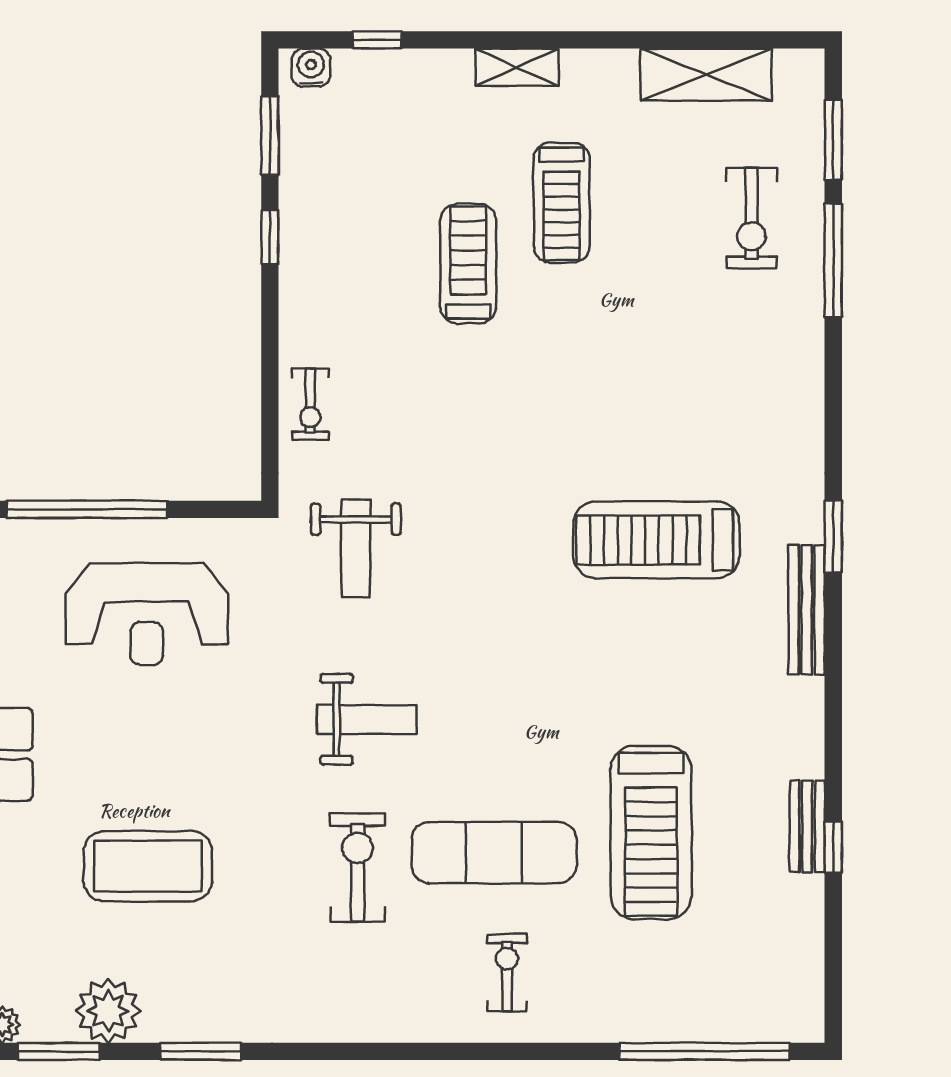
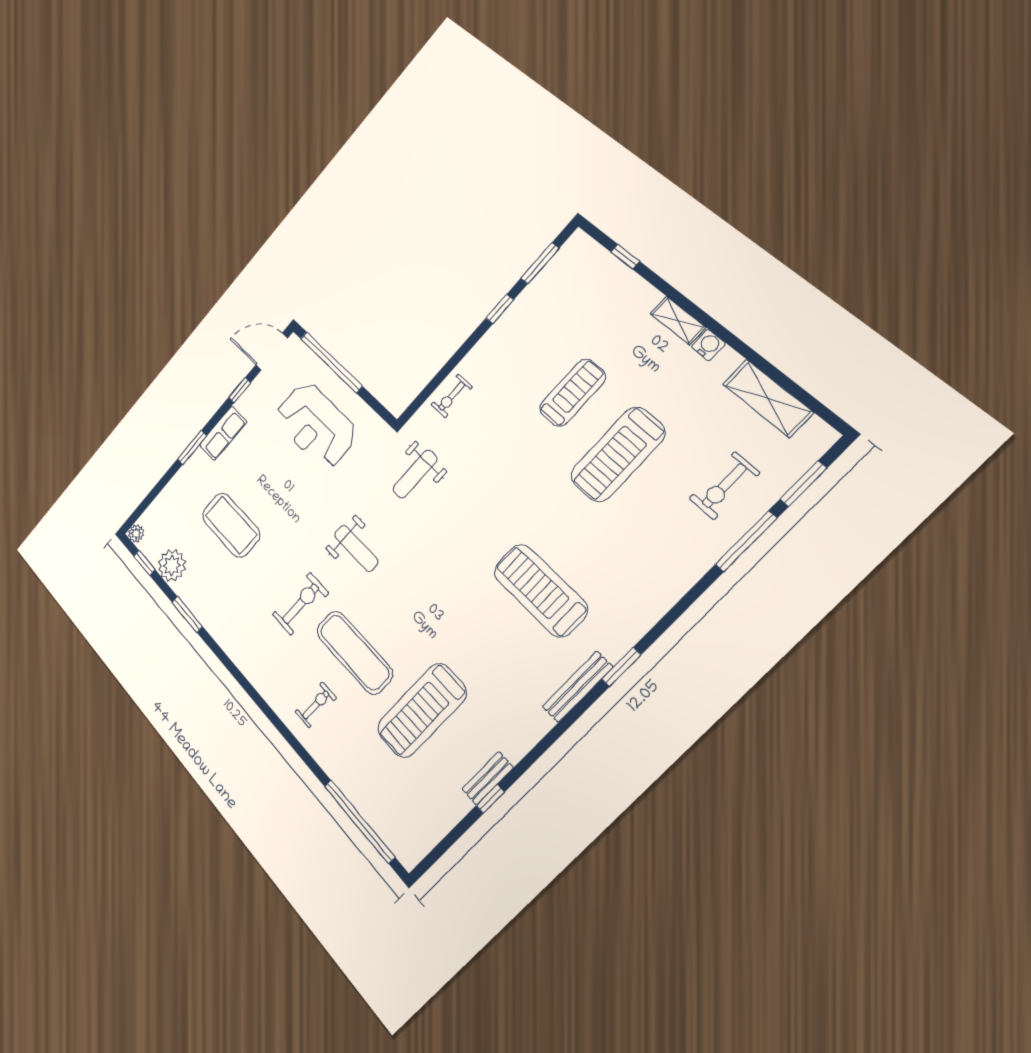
water cooler: (311, 68) -> (709, 345), moved
treadmill: (562, 203) -> (618, 455), moved, width x1.37, depth x1.38
window: (59, 1051) -> (144, 563), width x0.67

